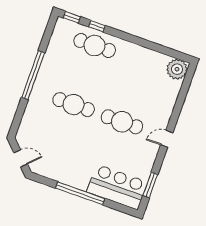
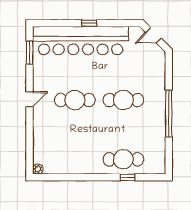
window: (72, 17) -> (153, 177), removed
plant: (177, 69) -> (38, 169), width x0.53, depth x0.53
bar counter: (117, 187) -> (81, 41), width x1.86
window: (80, 193) -> (89, 23), width x0.32

